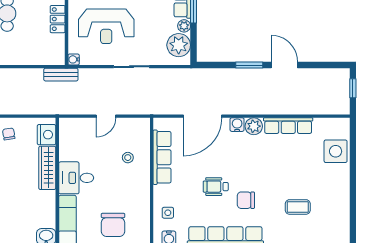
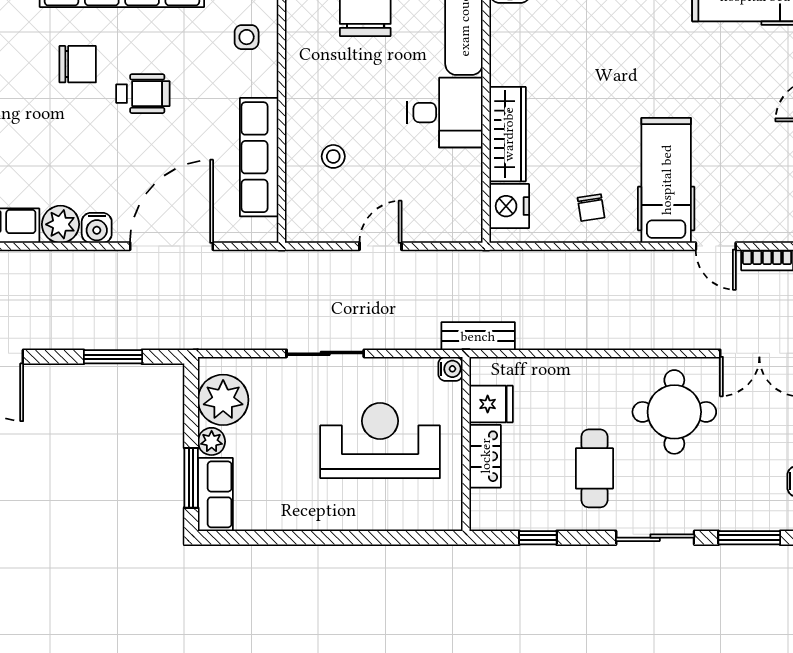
fridge: (55, 43) -> (491, 404), added
window: (249, 65) -> (113, 357), moved

